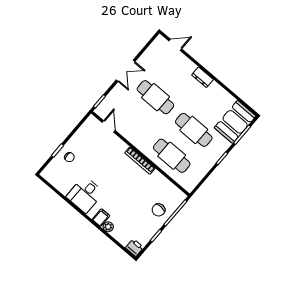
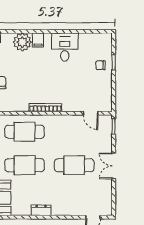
dresser: (202, 77) -> (41, 210), moved
plant: (108, 227) -> (22, 42), width x1.87, depth x1.87

